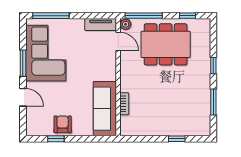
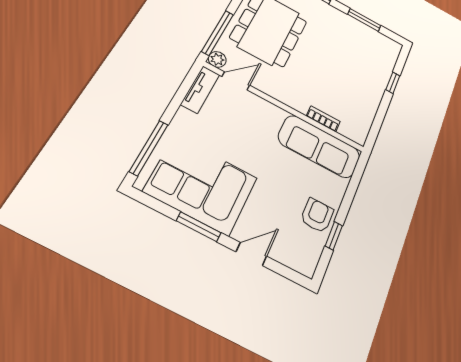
armchair: (63, 124) -> (317, 215), turned 90

